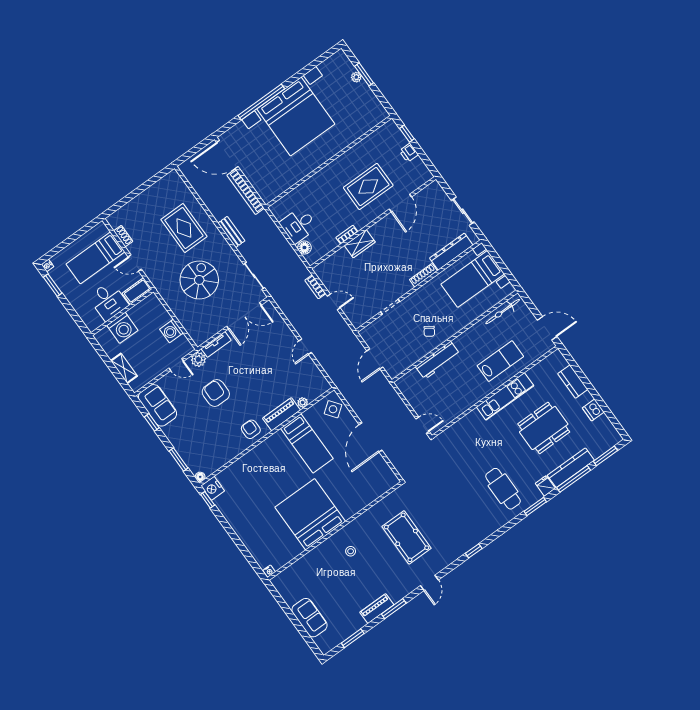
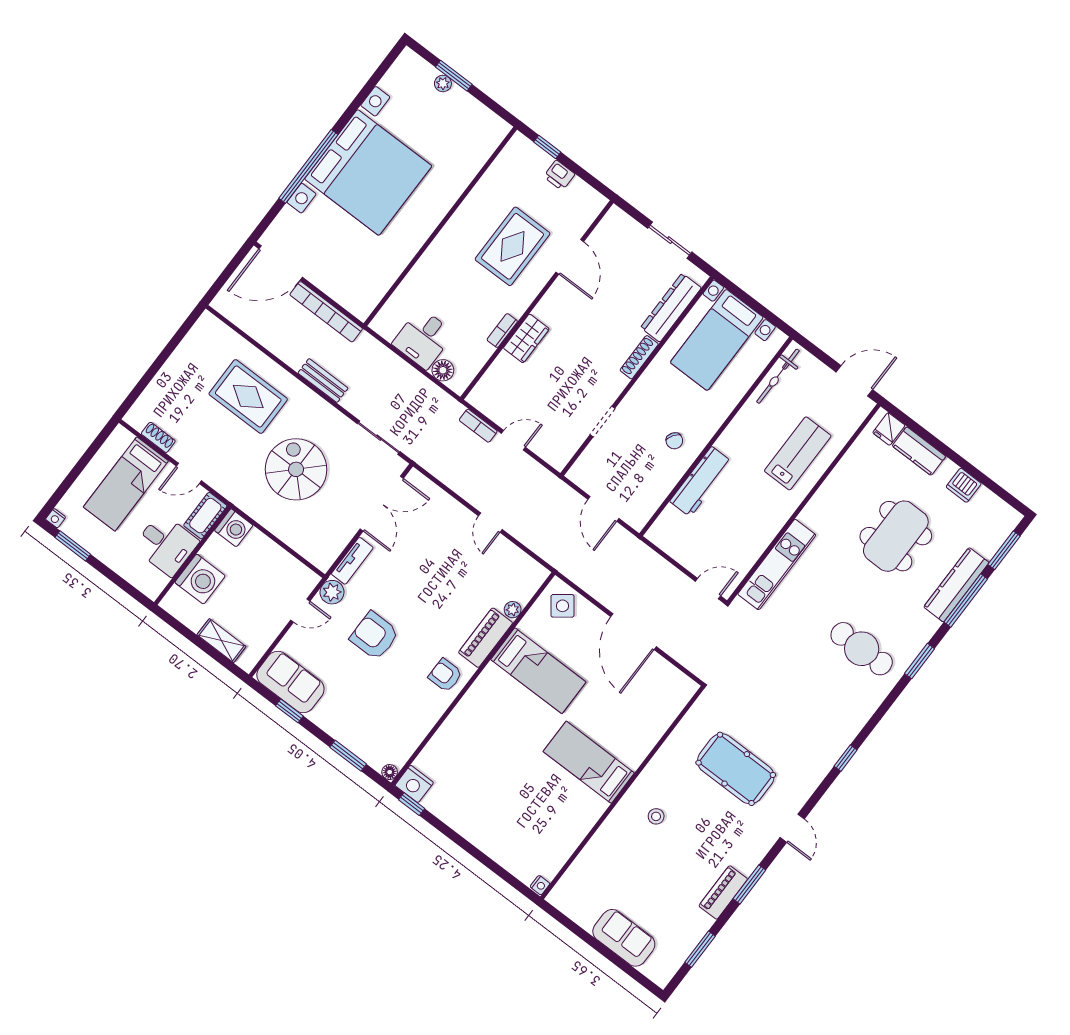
washing machine: (172, 331) -> (234, 528), moved, turned -90
kitchen unit: (505, 396) -> (777, 565), moved
fridge: (545, 486) -> (889, 429), moved, turned -90
bed: (310, 514) -> (589, 762), width x0.49

